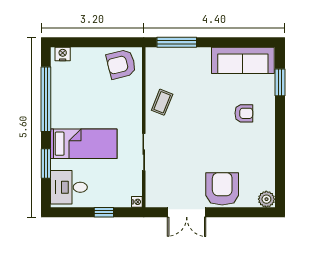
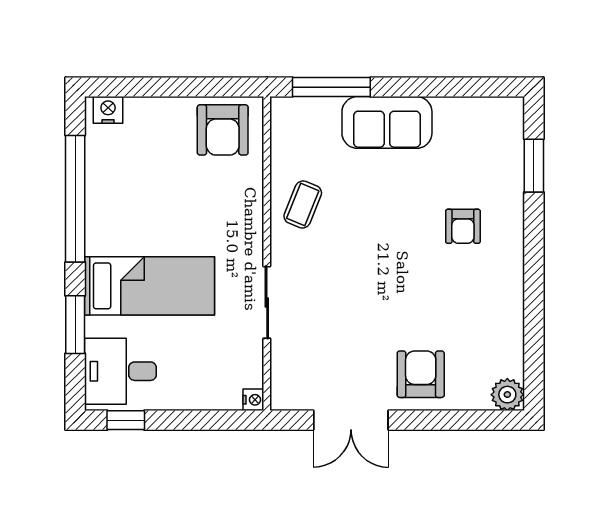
sofa: (243, 60) -> (387, 122), moved, width x0.73
armchair: (121, 64) -> (223, 130), turned -76
armchair: (244, 113) -> (463, 226), turned 90
armchair: (222, 189) -> (421, 374), width x0.73, depth x0.73
window: (104, 212) -> (126, 420), moved

